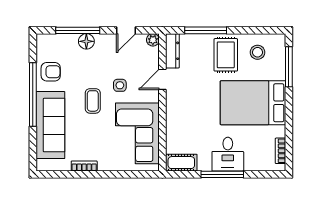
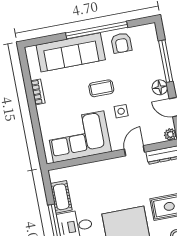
floor lamp: (86, 41) -> (160, 87), moved
door: (162, 79) -> (134, 151), hinge flipped
cot: (181, 163) -> (61, 197), moved

